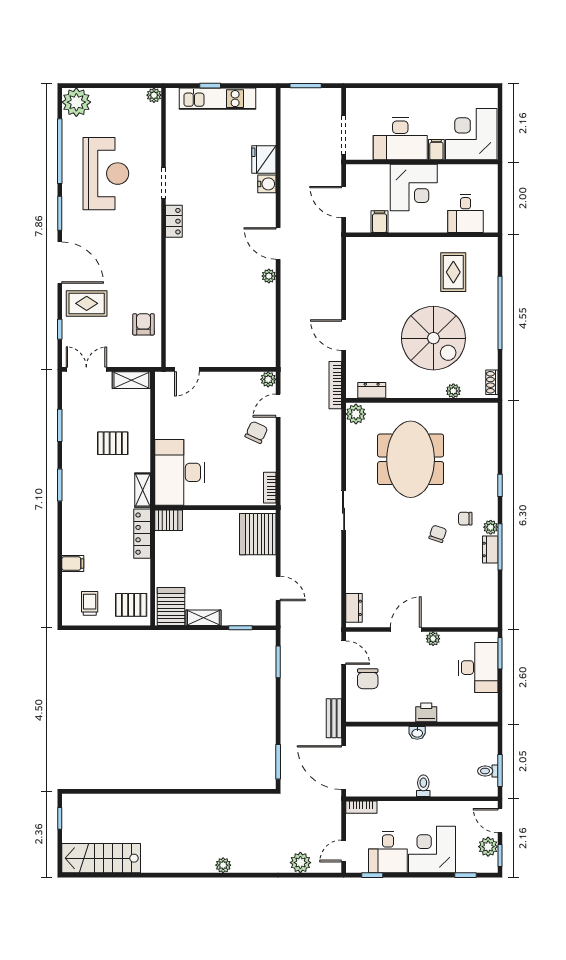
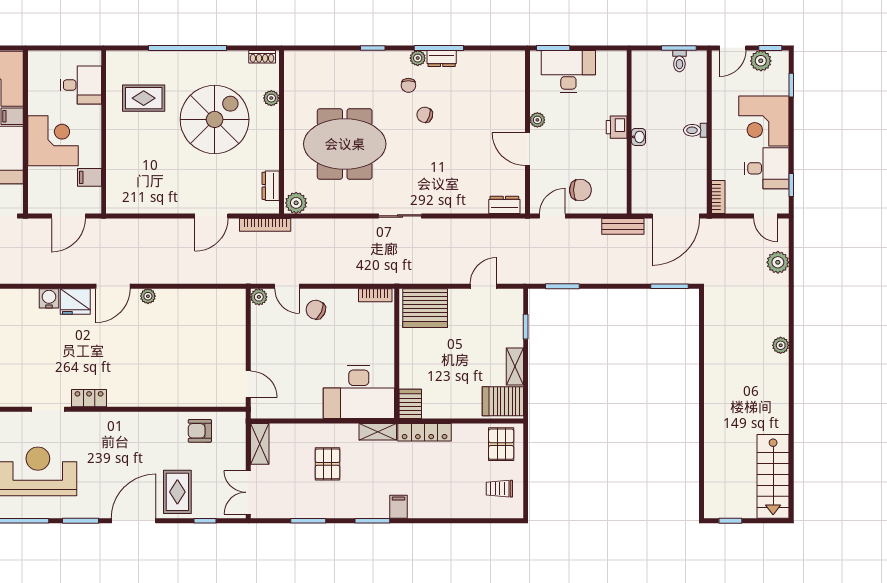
fridge: (264, 159) -> (75, 301), moved
filing cabinet: (73, 563) -> (398, 507), moved

